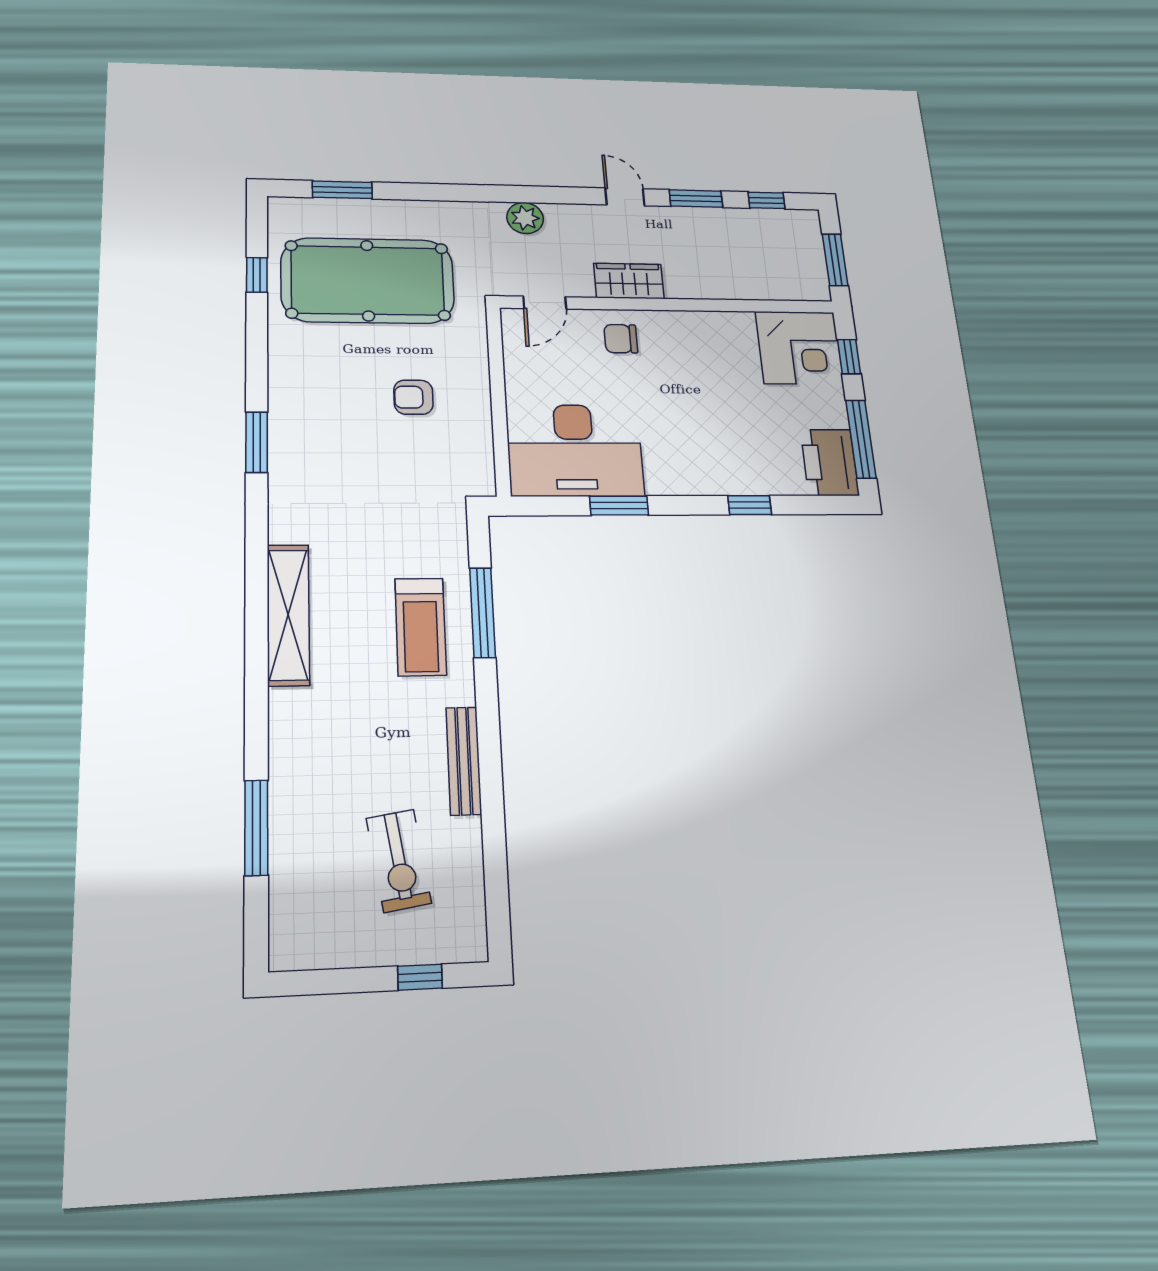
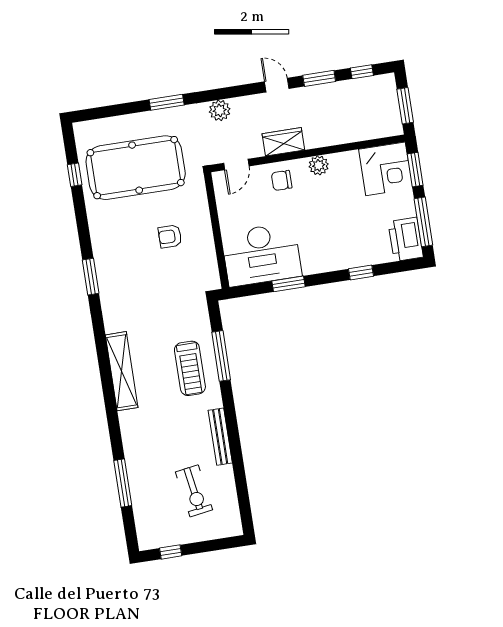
window: (342, 190) -> (167, 102), moved
plant: (686, 325) -> (319, 165), added
window: (849, 357) -> (415, 170), width x1.50
window: (420, 977) -> (171, 552), moved

